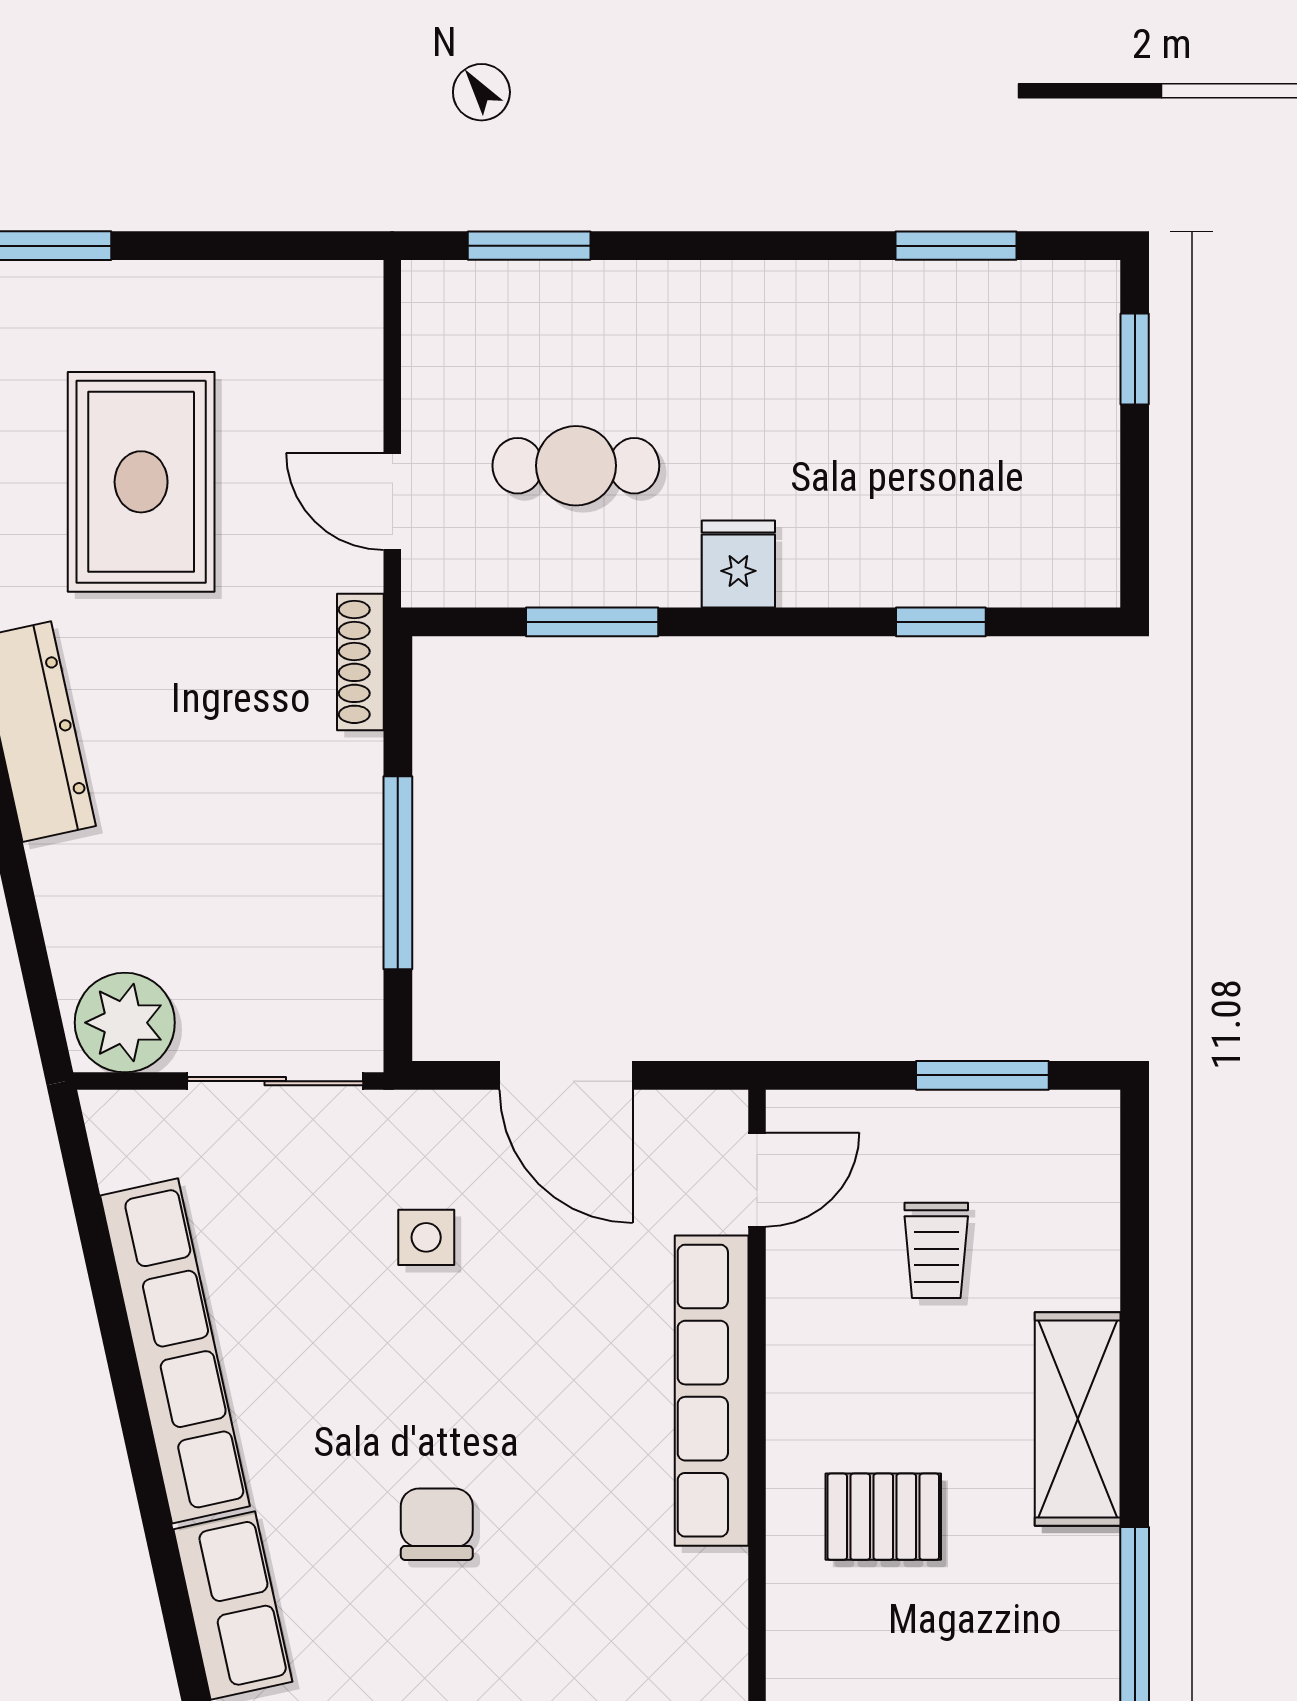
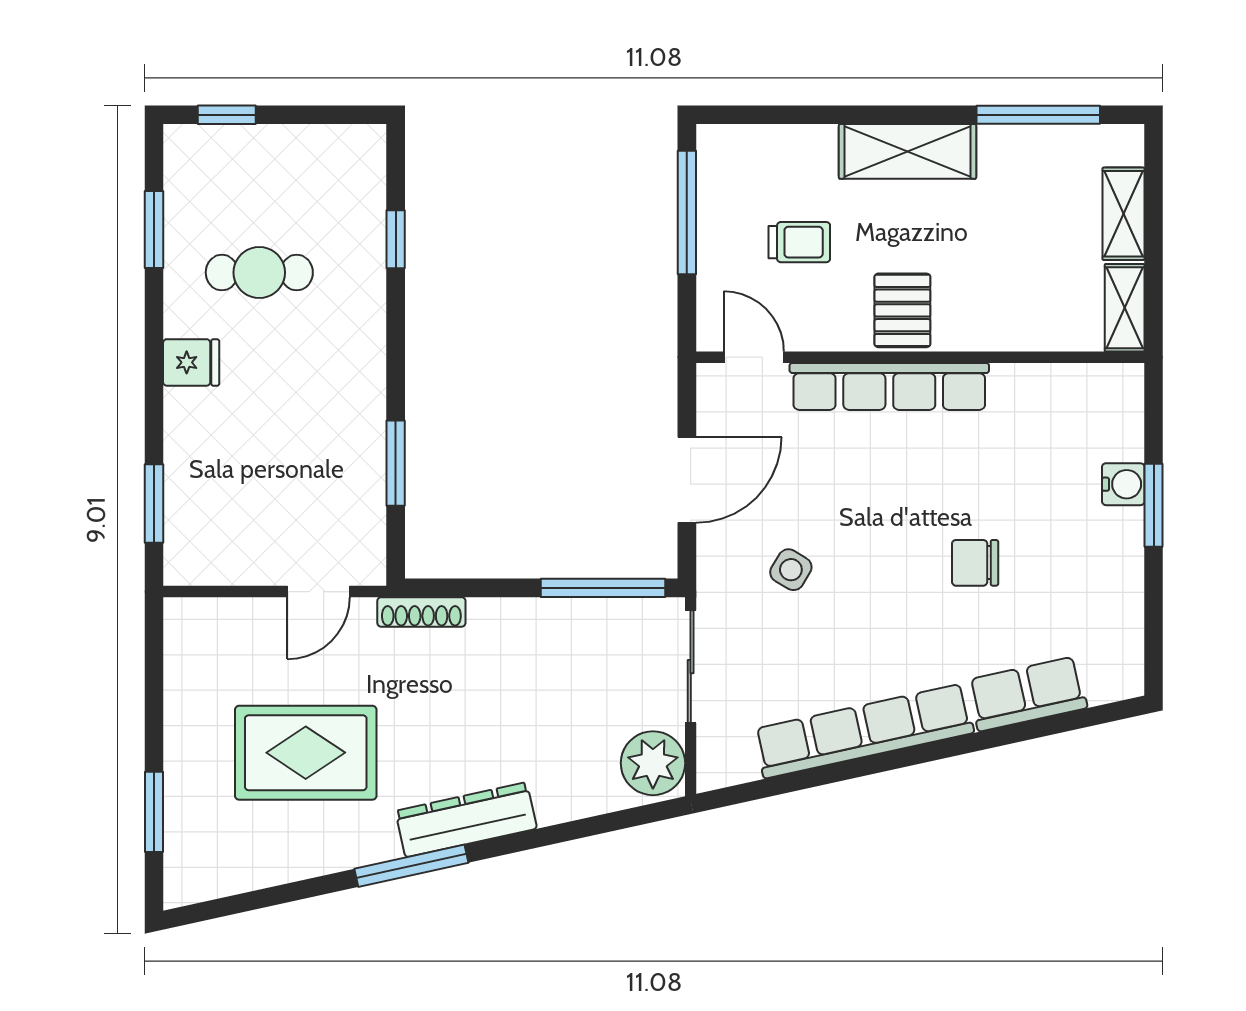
cafe table: (576, 466) -> (259, 273), moved, turned 90
fridge: (738, 564) -> (191, 362), moved, turned 180
window: (398, 873) -> (603, 588), moved
window: (982, 1075) -> (687, 212), width x1.44
side table: (426, 1237) -> (791, 570), turned 31
pallet: (883, 1517) -> (902, 310), moved

